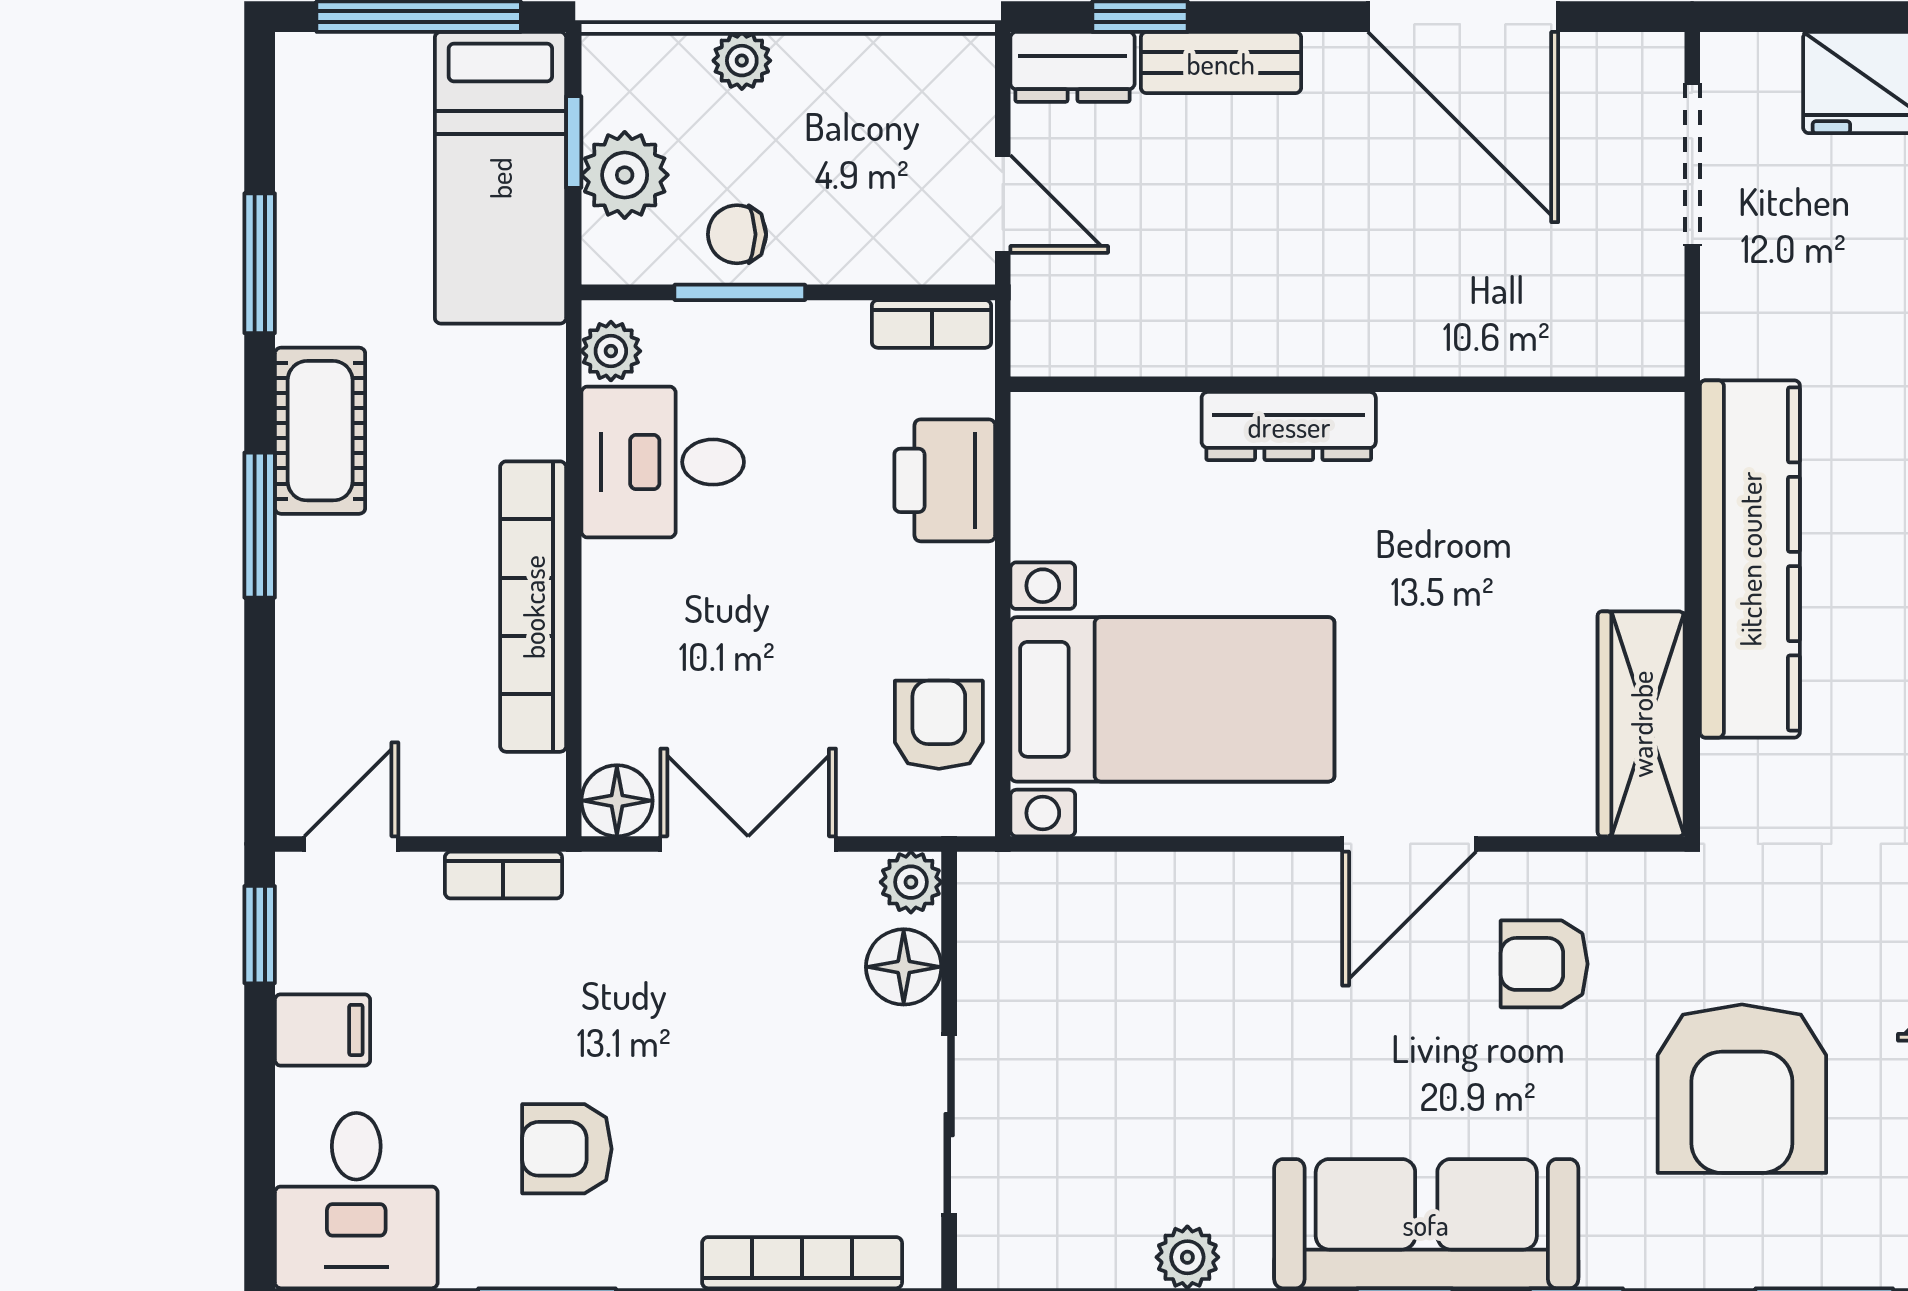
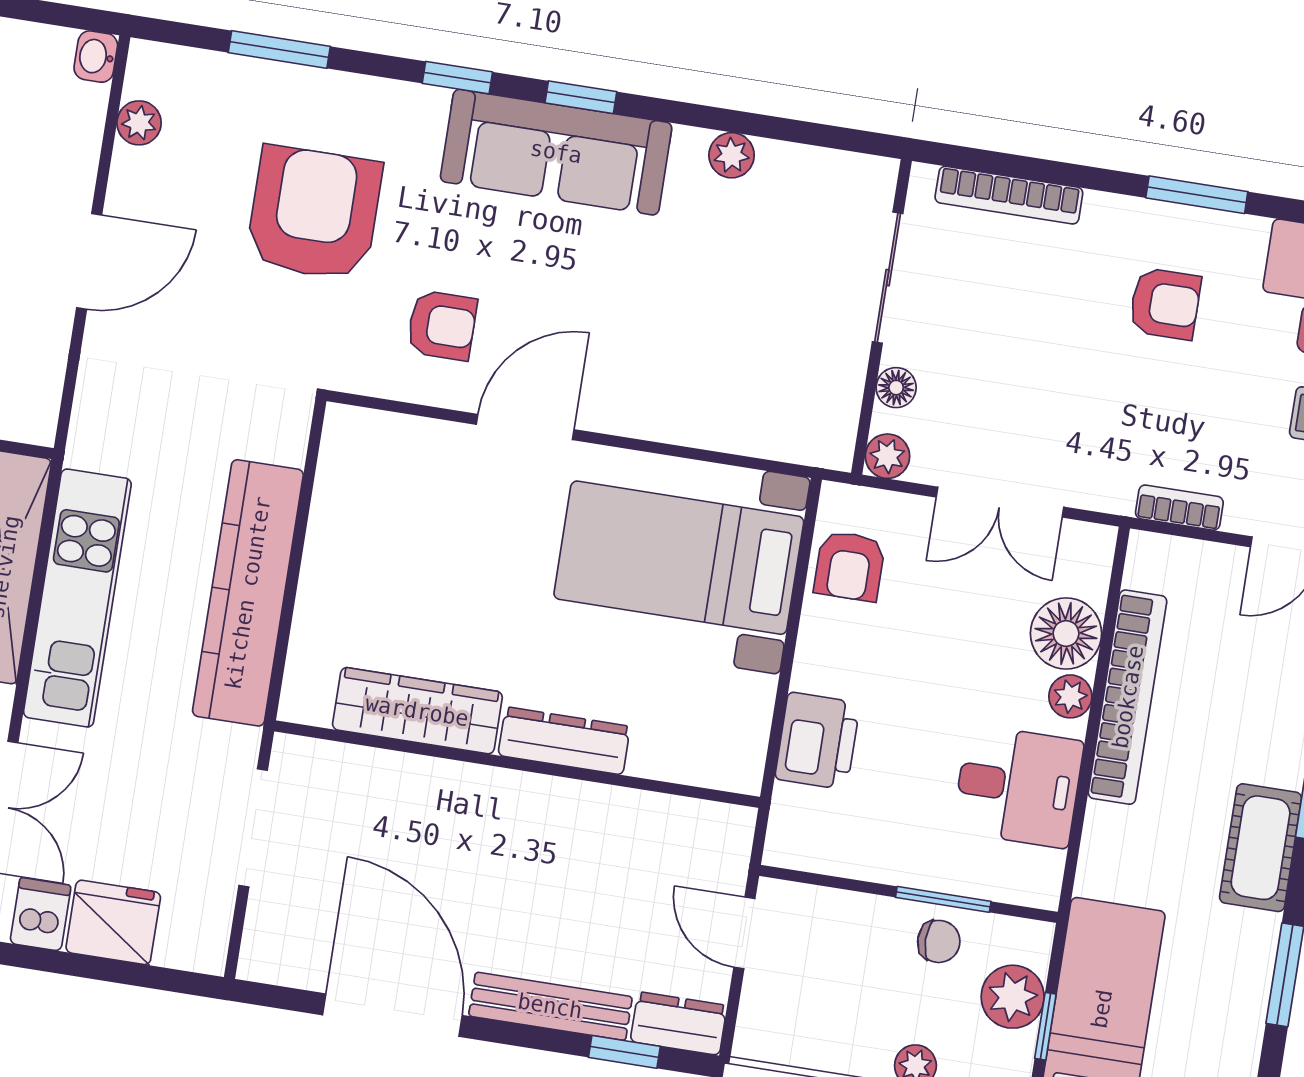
bench: (1221, 63) -> (550, 1006), width x1.36
doorway: (1692, 164) -> (253, 828), moved
bookcase: (932, 324) -> (809, 855), removed
plant: (611, 351) -> (1070, 696), moved
wardrobe: (1641, 724) -> (417, 711), moved, turned -90
floor lamp: (617, 801) -> (1066, 633), moved, width x1.38, depth x1.38
floor lamp: (904, 967) -> (896, 388), width x0.73, depth x0.73

